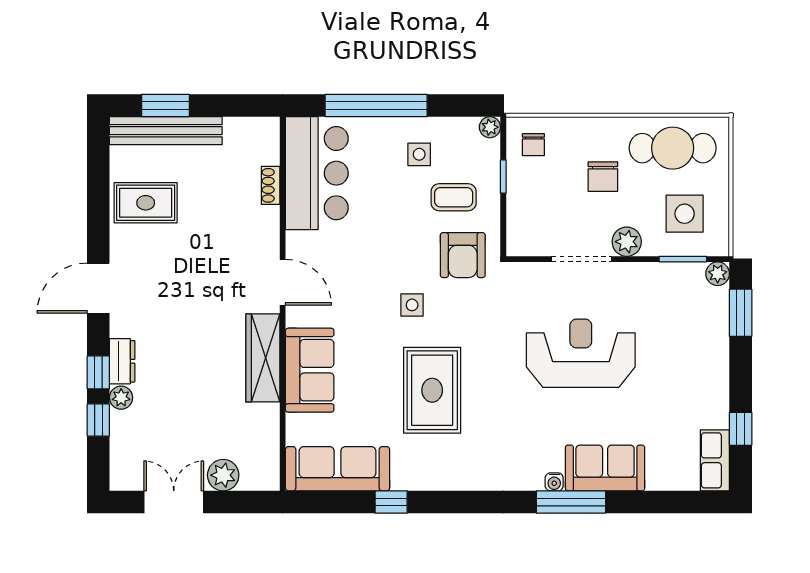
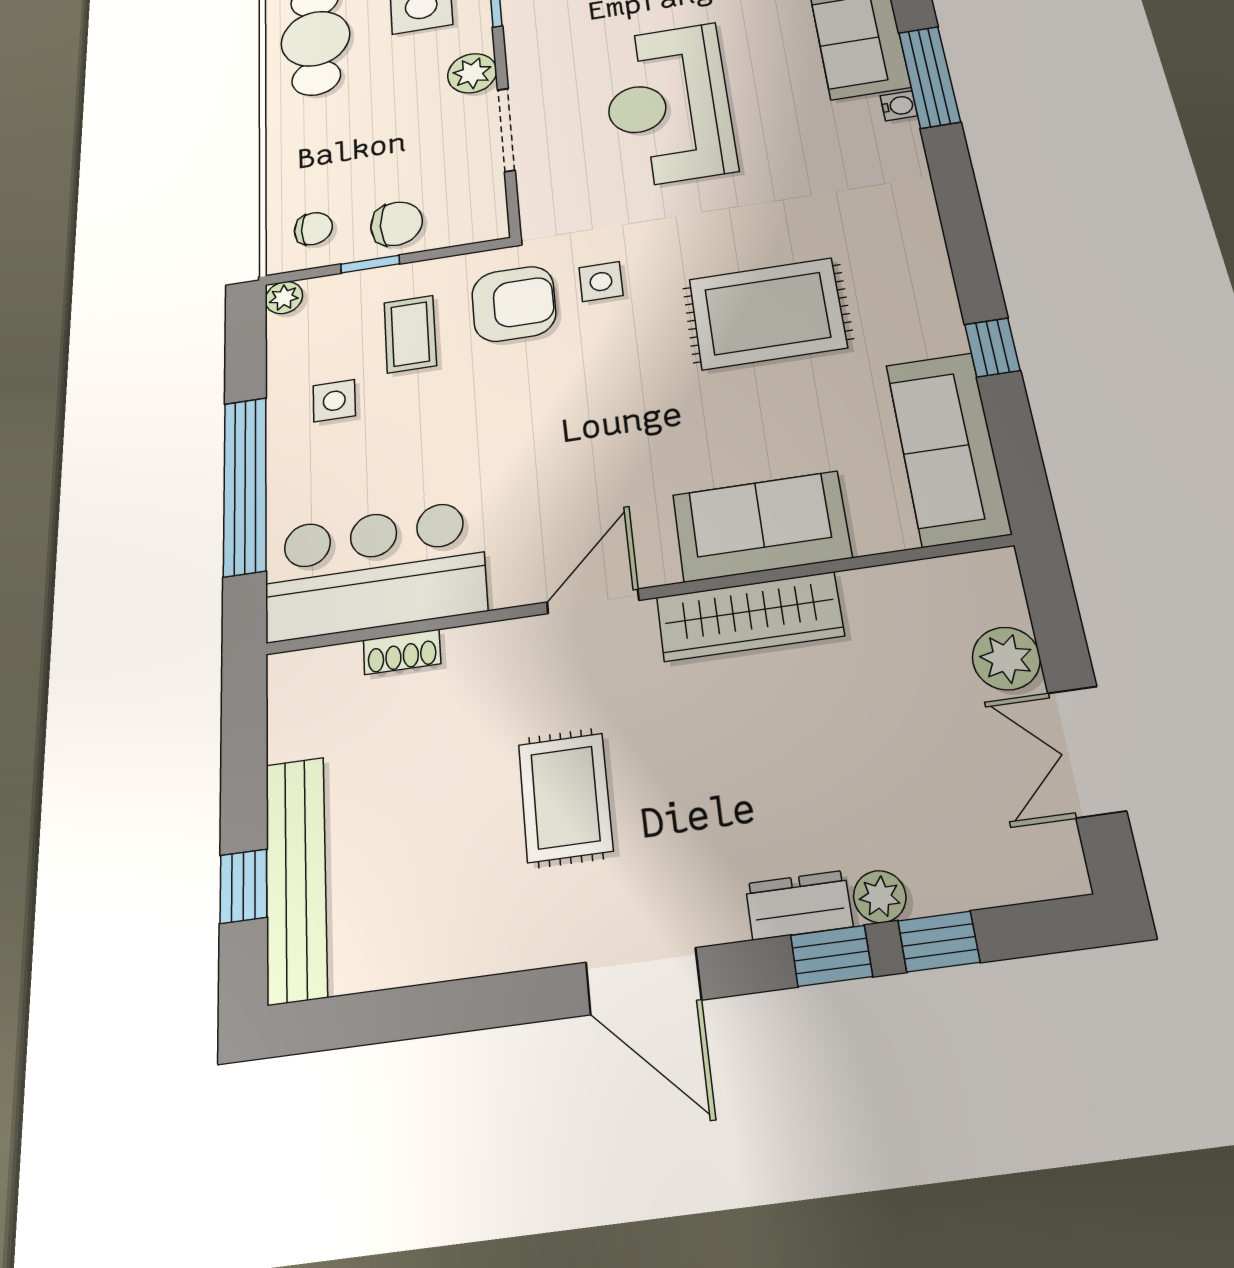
window: (165, 105) -> (243, 886), width x0.67
chair: (603, 177) -> (397, 224), moved
rug: (146, 203) -> (565, 797), moved
side table: (412, 305) -> (601, 282), moved

